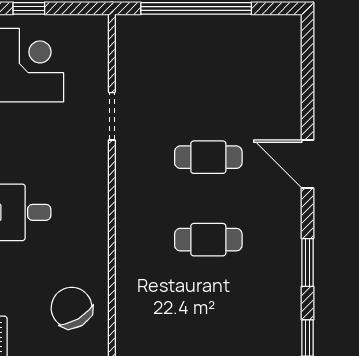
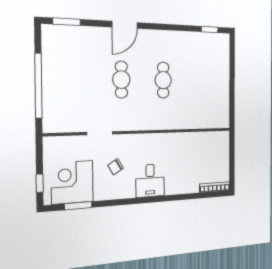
window: (308, 263) -> (67, 22), moved
chair: (72, 308) -> (116, 167), moved, width x0.54, depth x0.54

